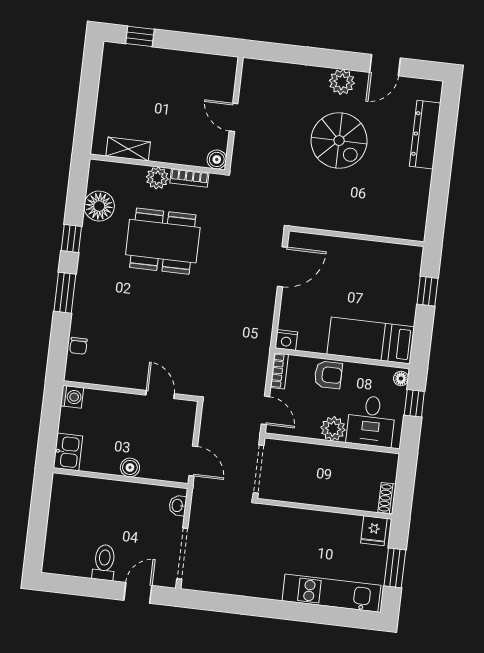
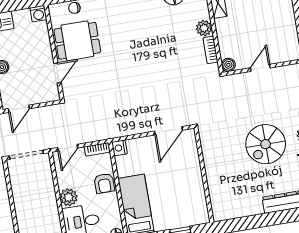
dining table: (163, 241) -> (77, 41), moved, width x0.73
door: (282, 267) -> (168, 131), hinge flipped

